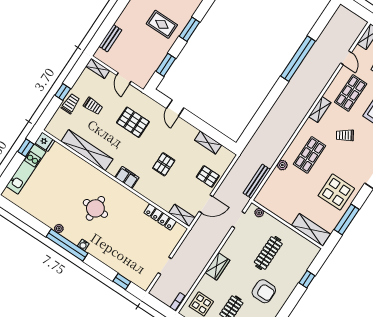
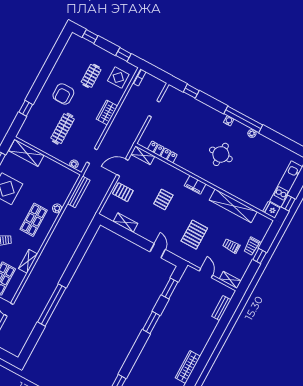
rug: (162, 24) -> (176, 325), removed
pallet: (133, 122) -> (194, 235), turned 90
armchair: (264, 291) -> (63, 94), turned -90

